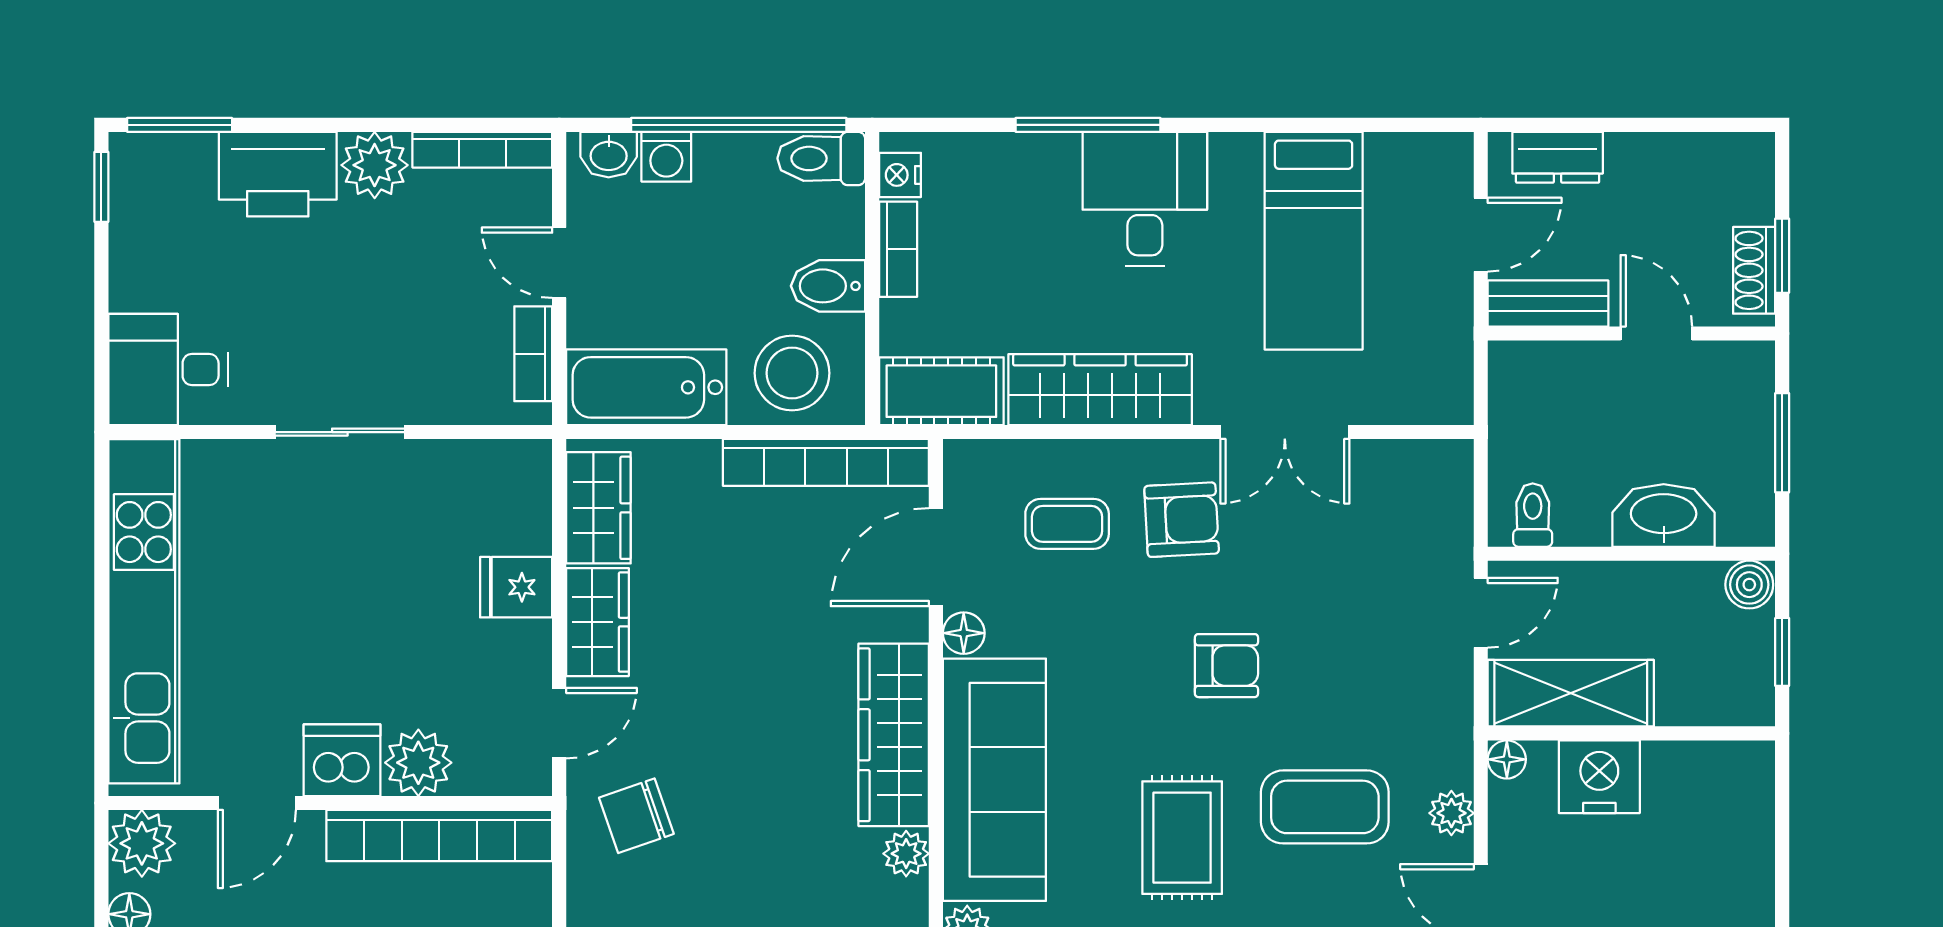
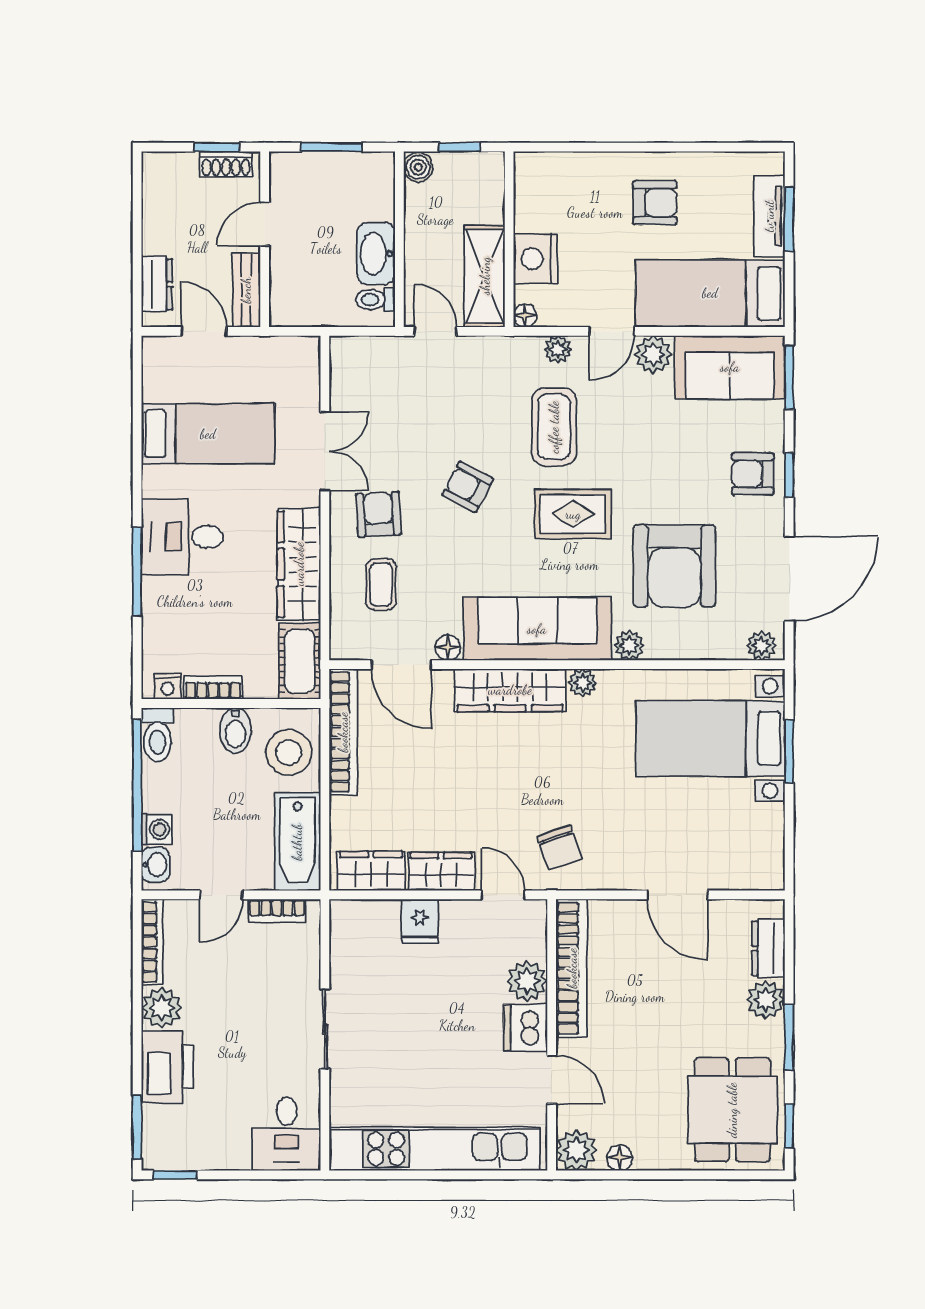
washbasin: (1664, 516) -> (376, 254), moved
armchair: (1226, 666) -> (468, 487), turned -62

